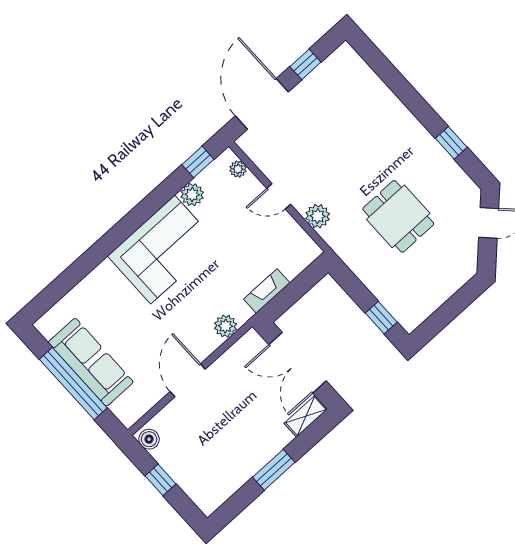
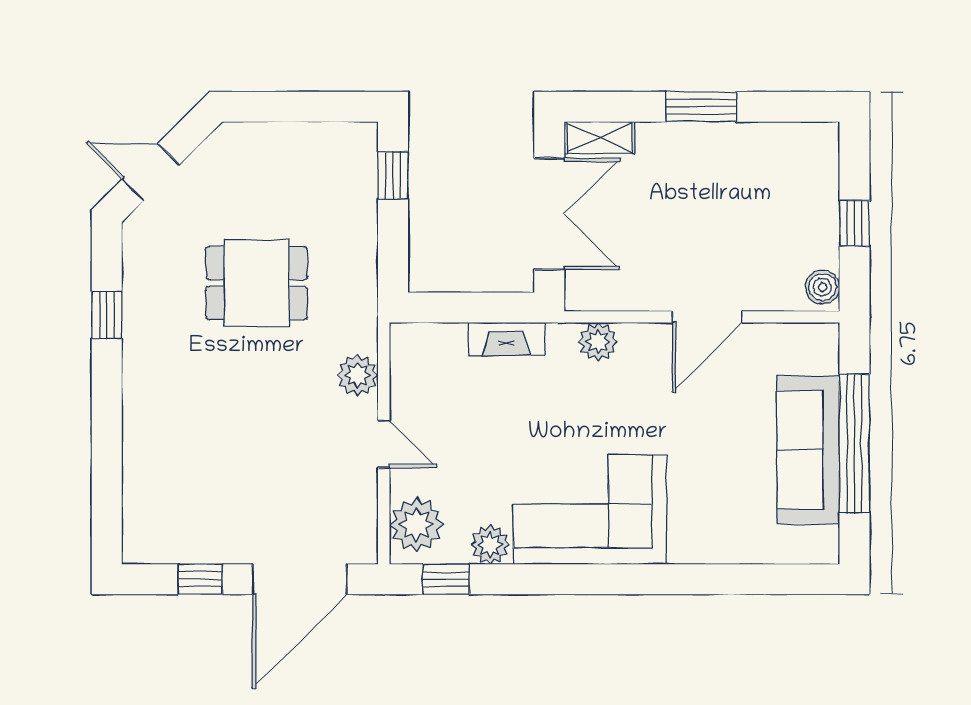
plant: (238, 169) -> (416, 525), width x1.88, depth x1.88
dining table: (398, 216) -> (257, 283), turned 90

